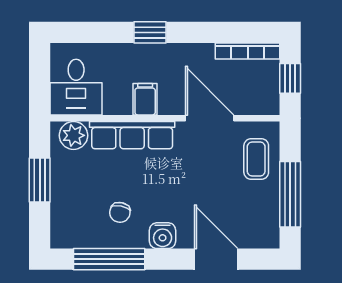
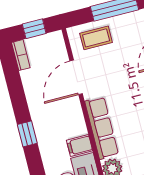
bookcase: (248, 51) -> (21, 55), width x0.64
filing cabinet: (145, 99) -> (80, 146), moved

